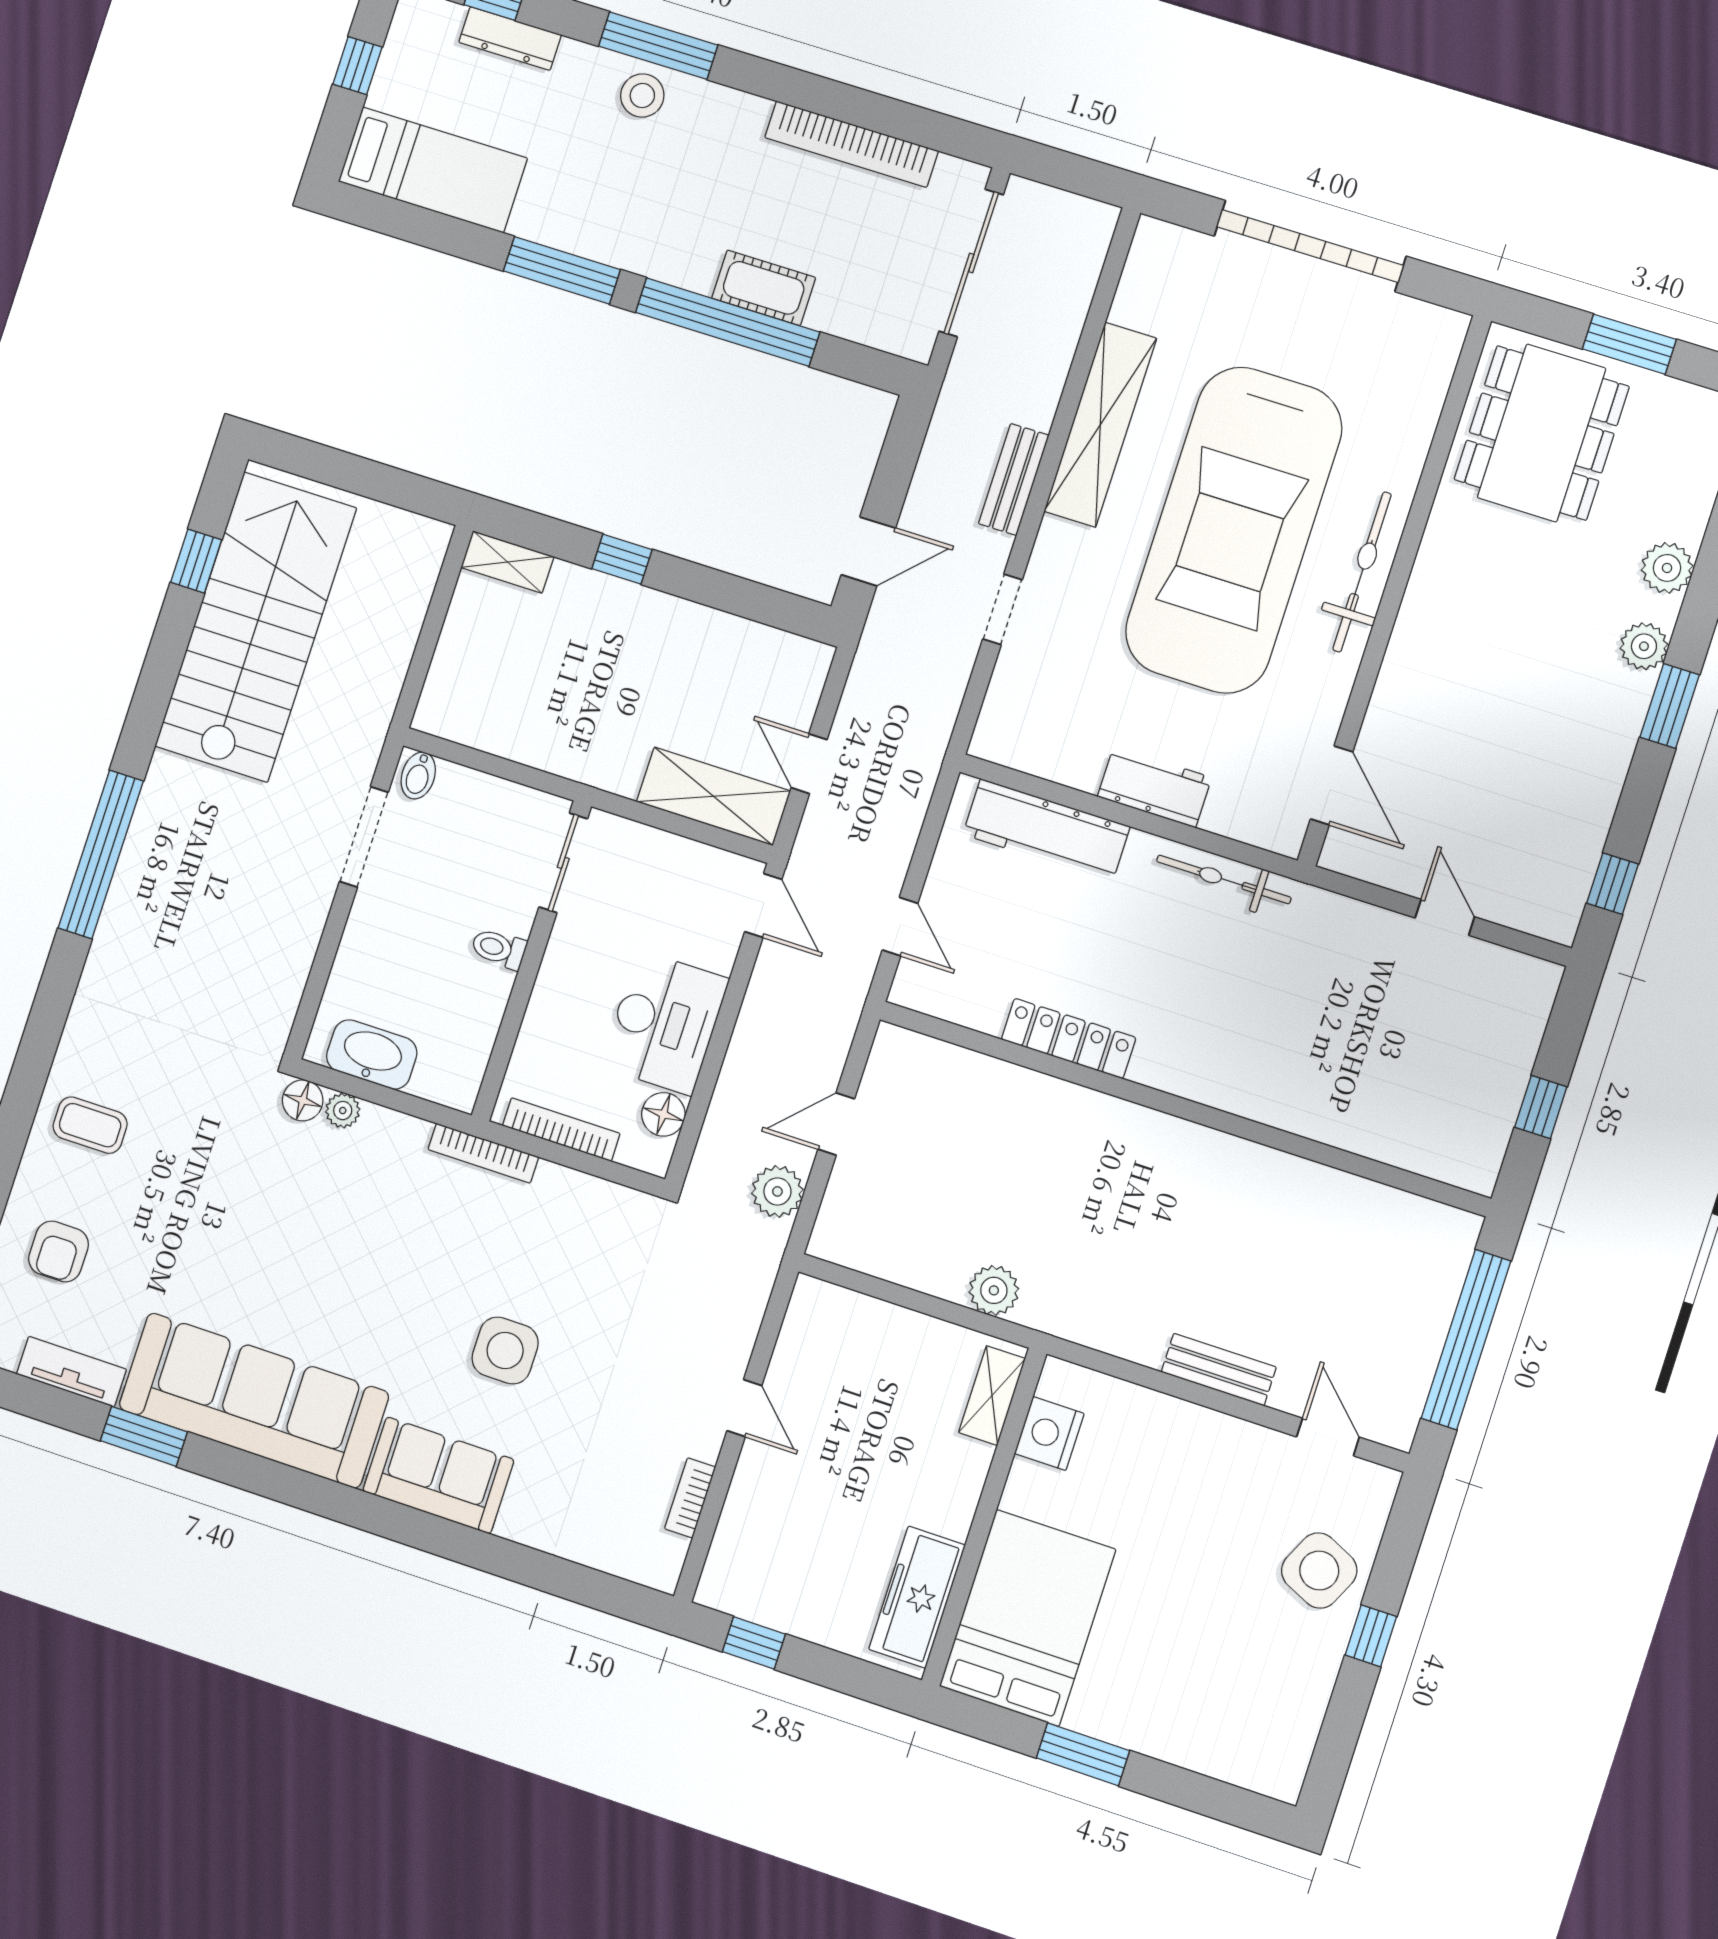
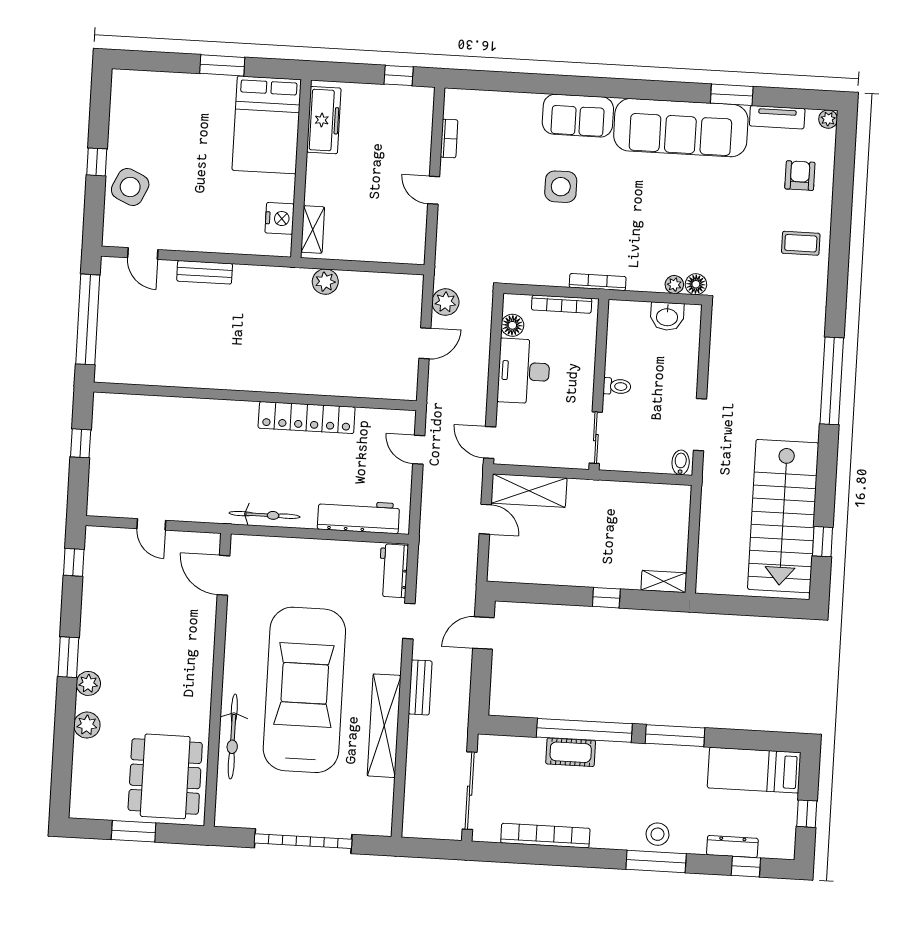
bicycle: (1362, 572) -> (233, 737), moved
workbench: (1154, 787) -> (393, 571), moved, turned 90
locker: (1069, 1038) -> (307, 418), width x1.41, depth x1.21
washbasin: (372, 1055) -> (667, 316), width x0.72

